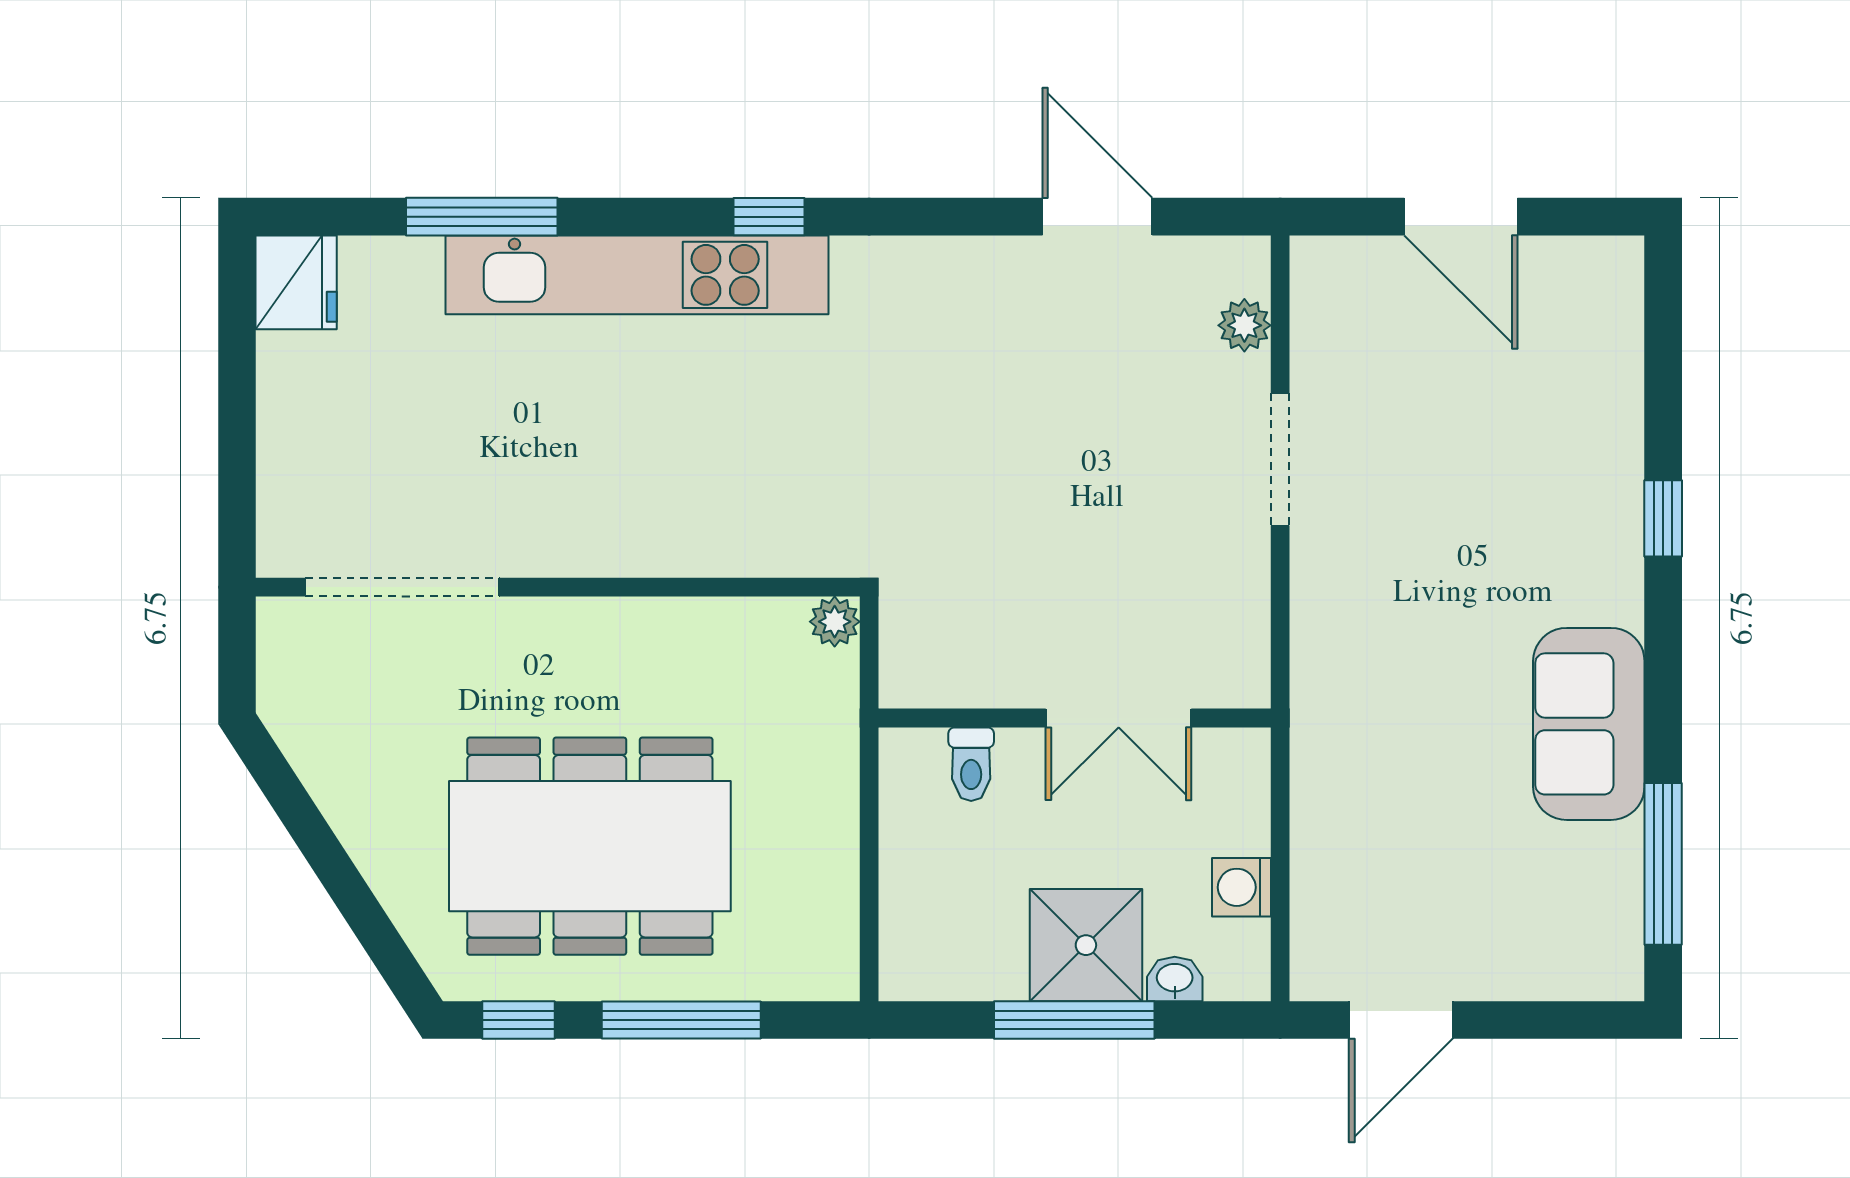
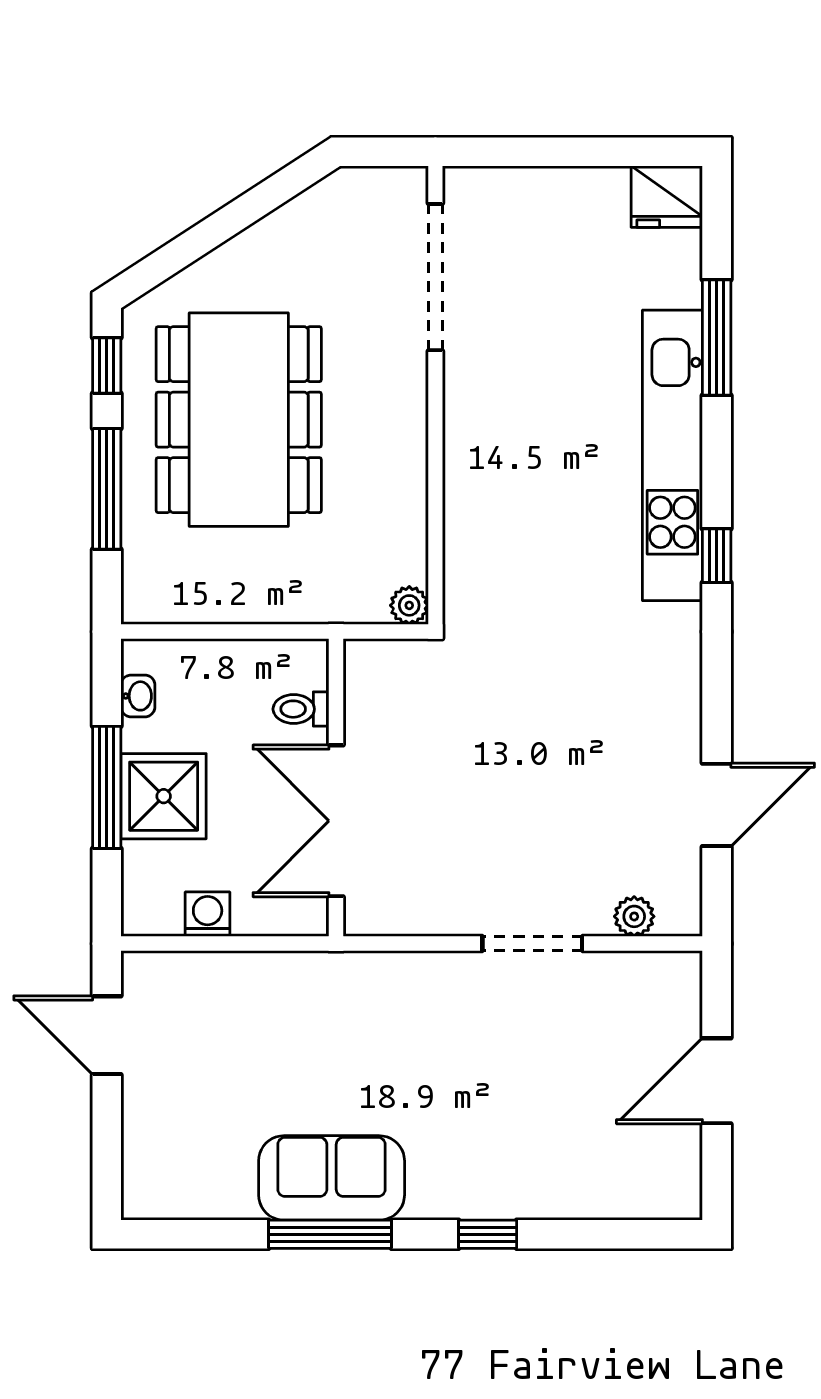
double door: (1119, 718) -> (336, 821), width x1.37
window: (1663, 864) -> (330, 1234), moved
washbasin: (1175, 979) -> (138, 696), moved

